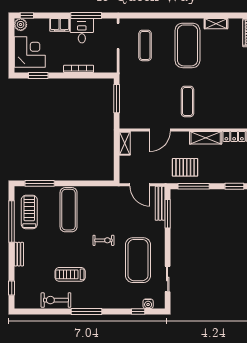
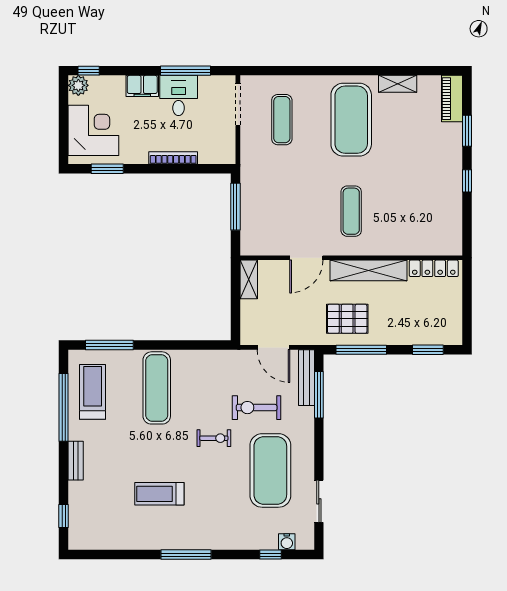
shelving: (206, 138) -> (368, 270), width x1.47
exercise bike: (56, 300) -> (257, 408), moved

